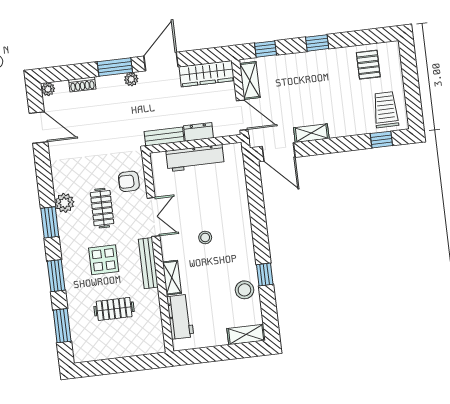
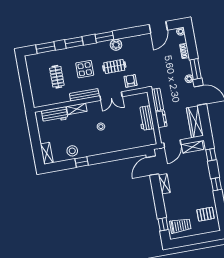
workbench: (195, 158) -> (146, 118), width x0.73

